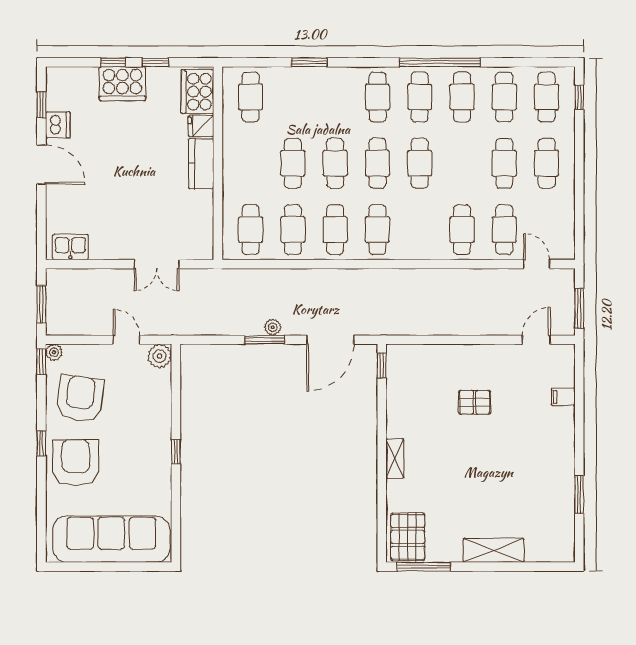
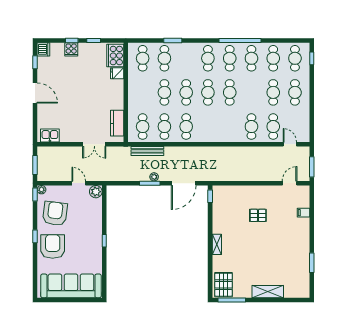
cooker: (122, 84) -> (71, 49), width x0.53, depth x0.76
dishwasher: (58, 125) -> (43, 49), moved
kitchen counter: (201, 164) -> (117, 123), moved
cafe table: (377, 230) -> (164, 58), moved
bench: (260, 277) -> (147, 151), added

